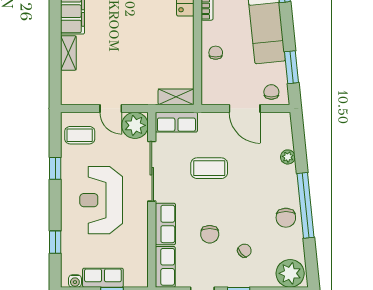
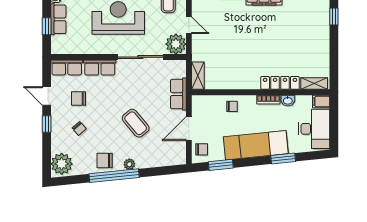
door: (111, 109) -> (189, 25), swing flipped
row of seats: (176, 122) -> (178, 94), moved
plant: (288, 157) -> (129, 164), moved
coffee table: (209, 168) -> (136, 123), moved, turned -40
chair: (210, 234) -> (78, 99), moved

